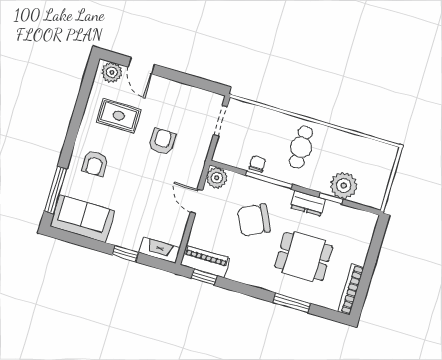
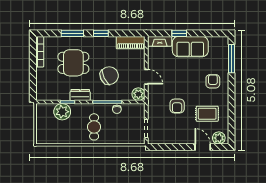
sofa: (82, 218) -> (190, 47), moved
window: (204, 277) -> (101, 33), moved

